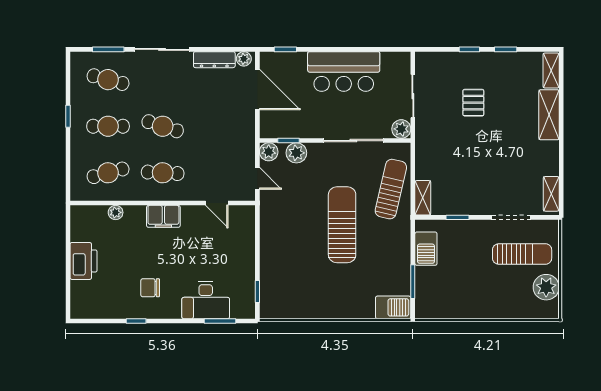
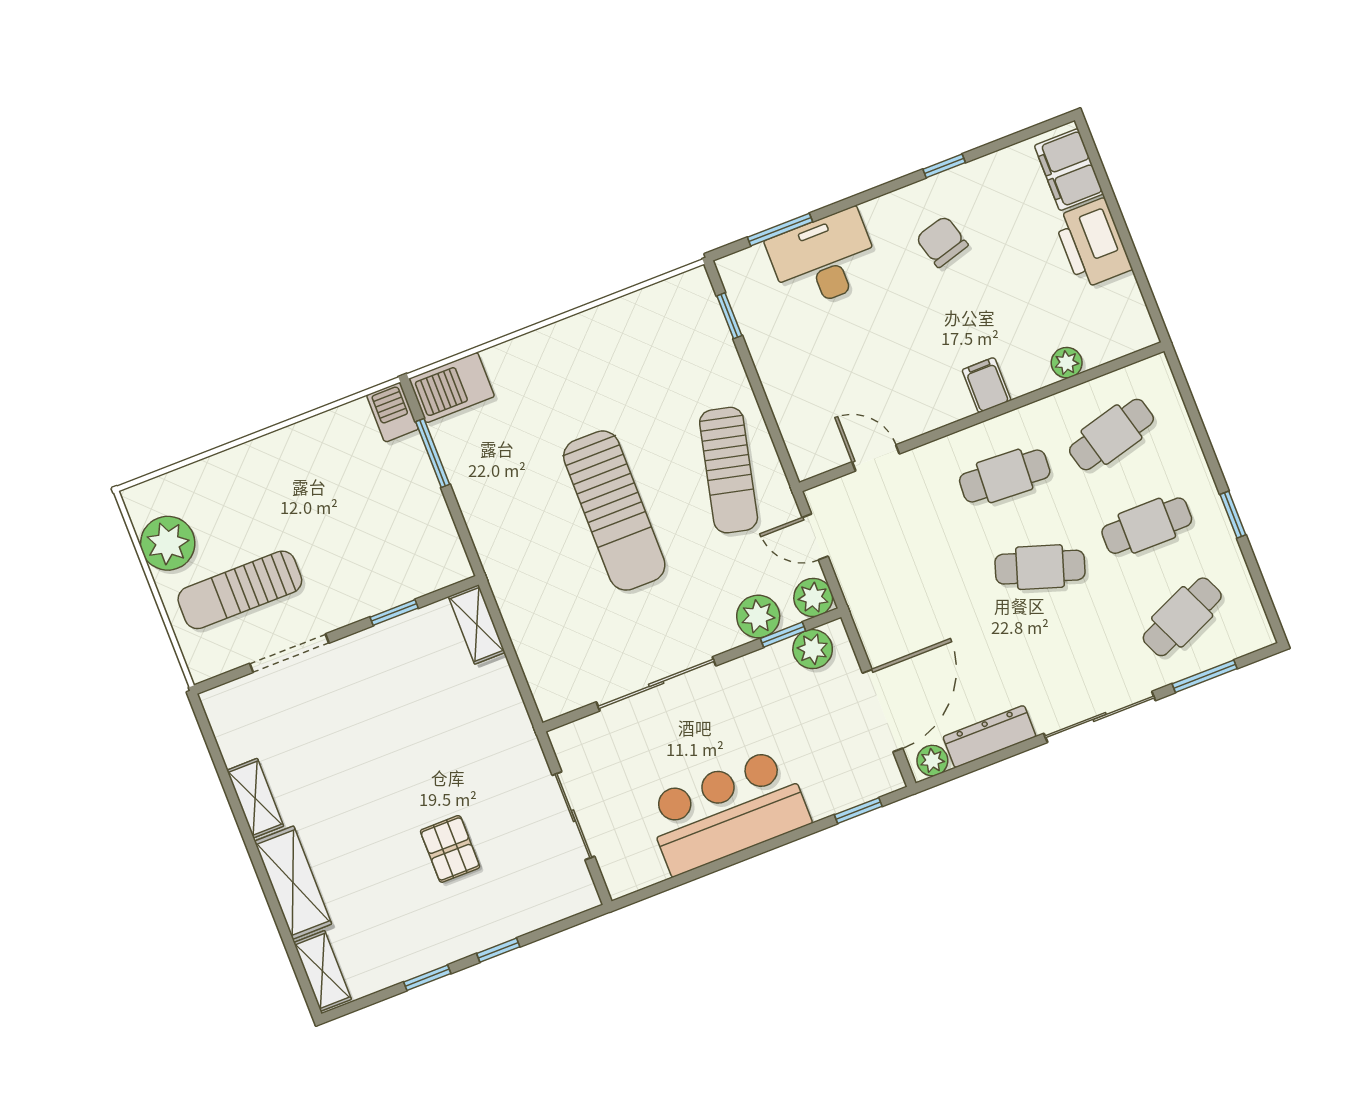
cafe table: (108, 80) -> (1182, 617), turned -39
door: (257, 90) -> (882, 711), swing flipped
plant: (401, 129) -> (813, 649), moved
sun lounger: (391, 189) -> (729, 470), moved
shelving: (551, 194) -> (255, 798), moved
filing cabinet: (163, 216) -> (986, 385), width x0.50
barbecue: (426, 249) -> (392, 412), moved, width x0.73, depth x0.79
chair: (150, 288) -> (942, 242), turned -106
filing cabinet: (81, 298) -> (1069, 170), added

